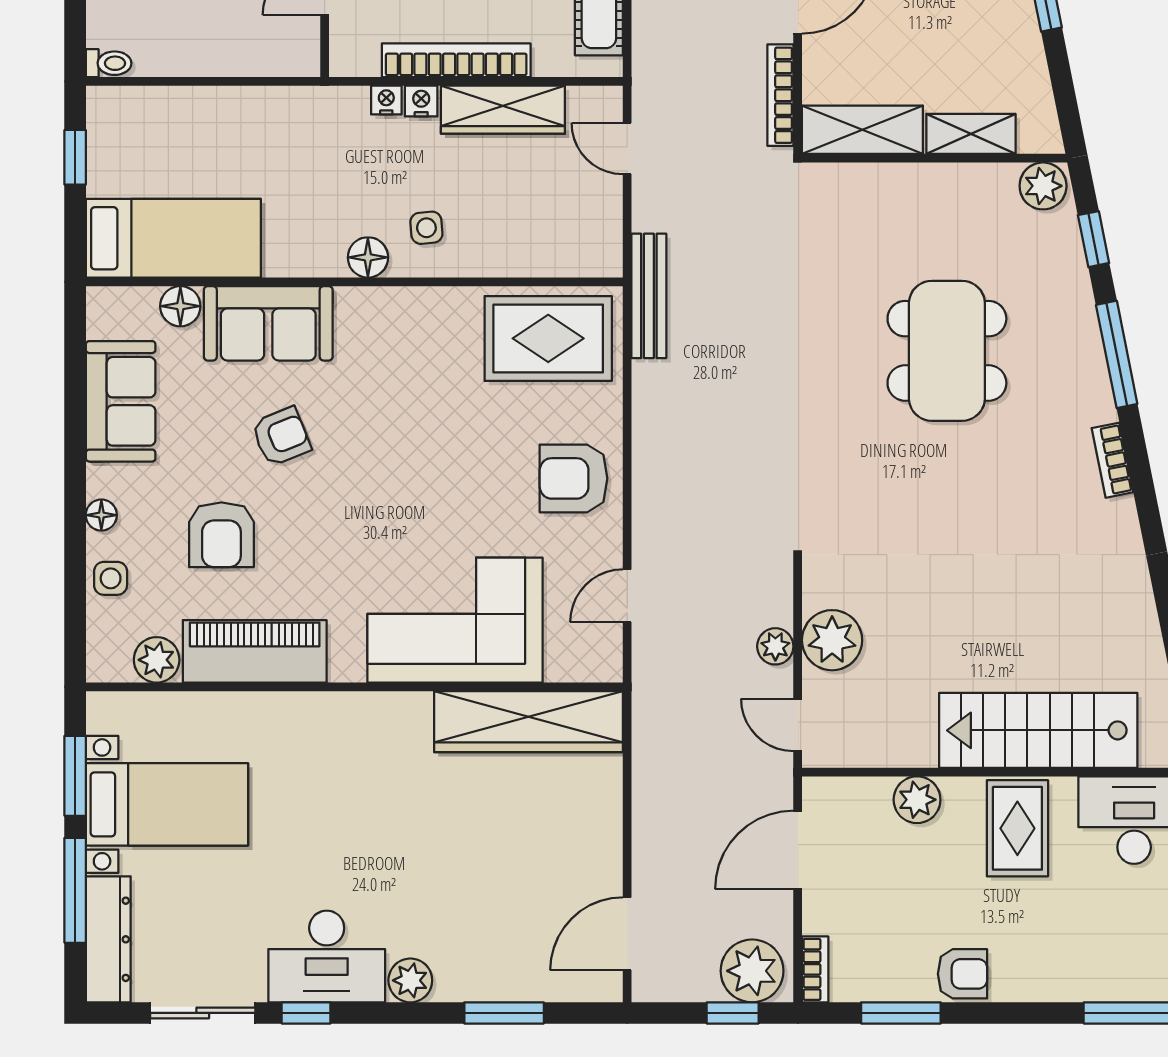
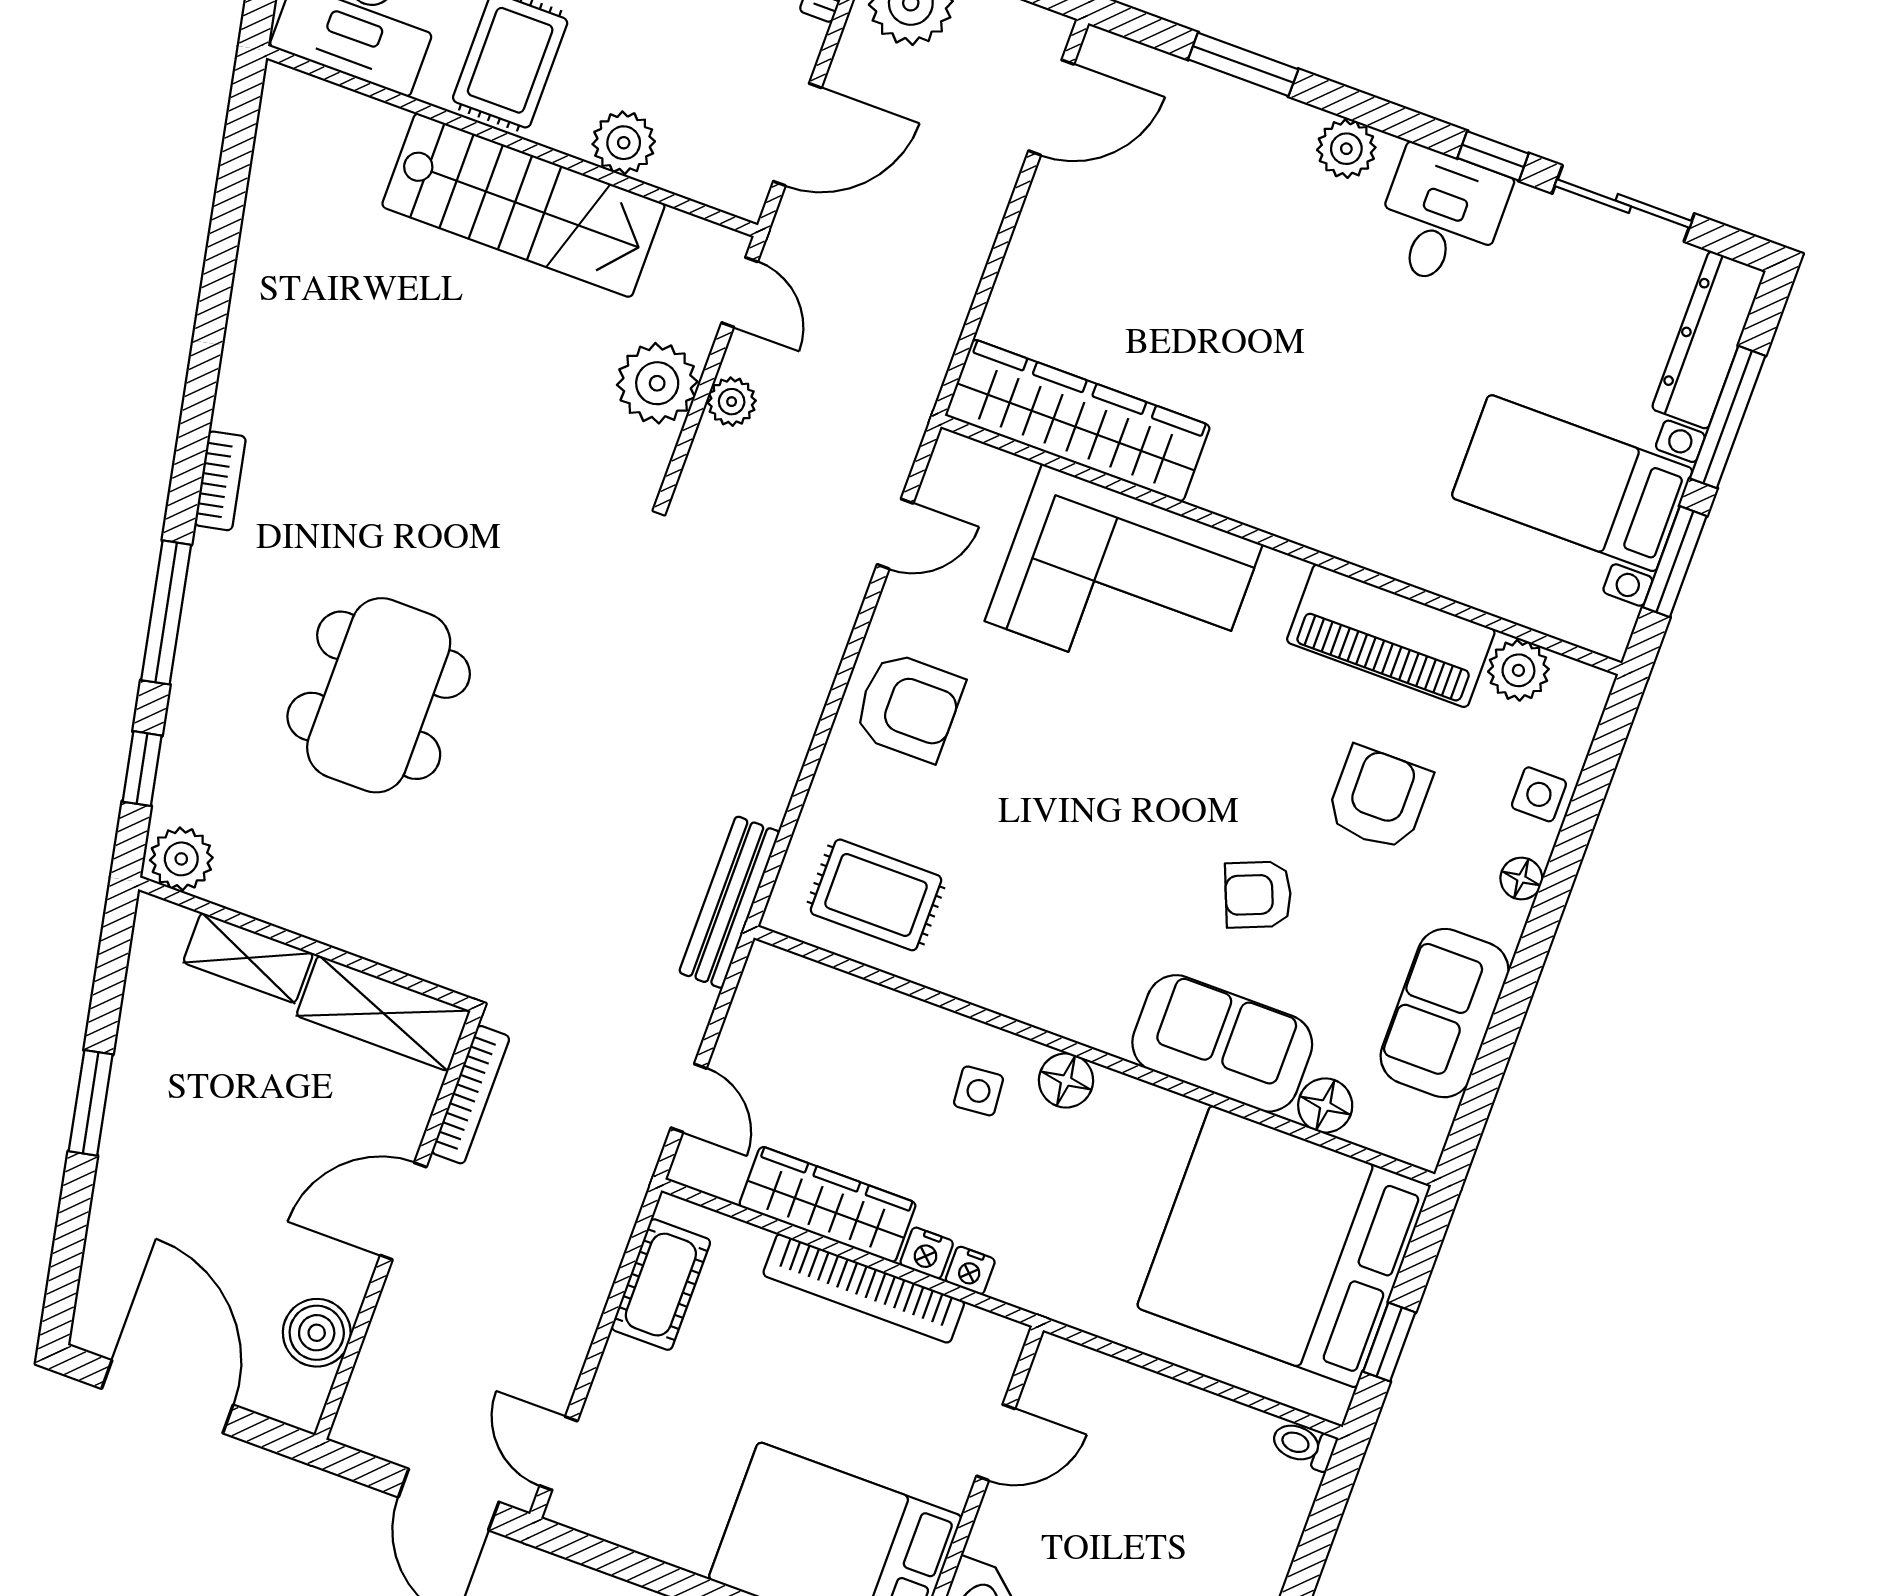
bed: (173, 238) -> (1284, 1246), width x2.04
rug: (548, 338) -> (876, 895), width x0.73, depth x0.70
stairs: (1038, 730) -> (523, 205), moved
desk: (327, 956) -> (1441, 218), width x0.73

